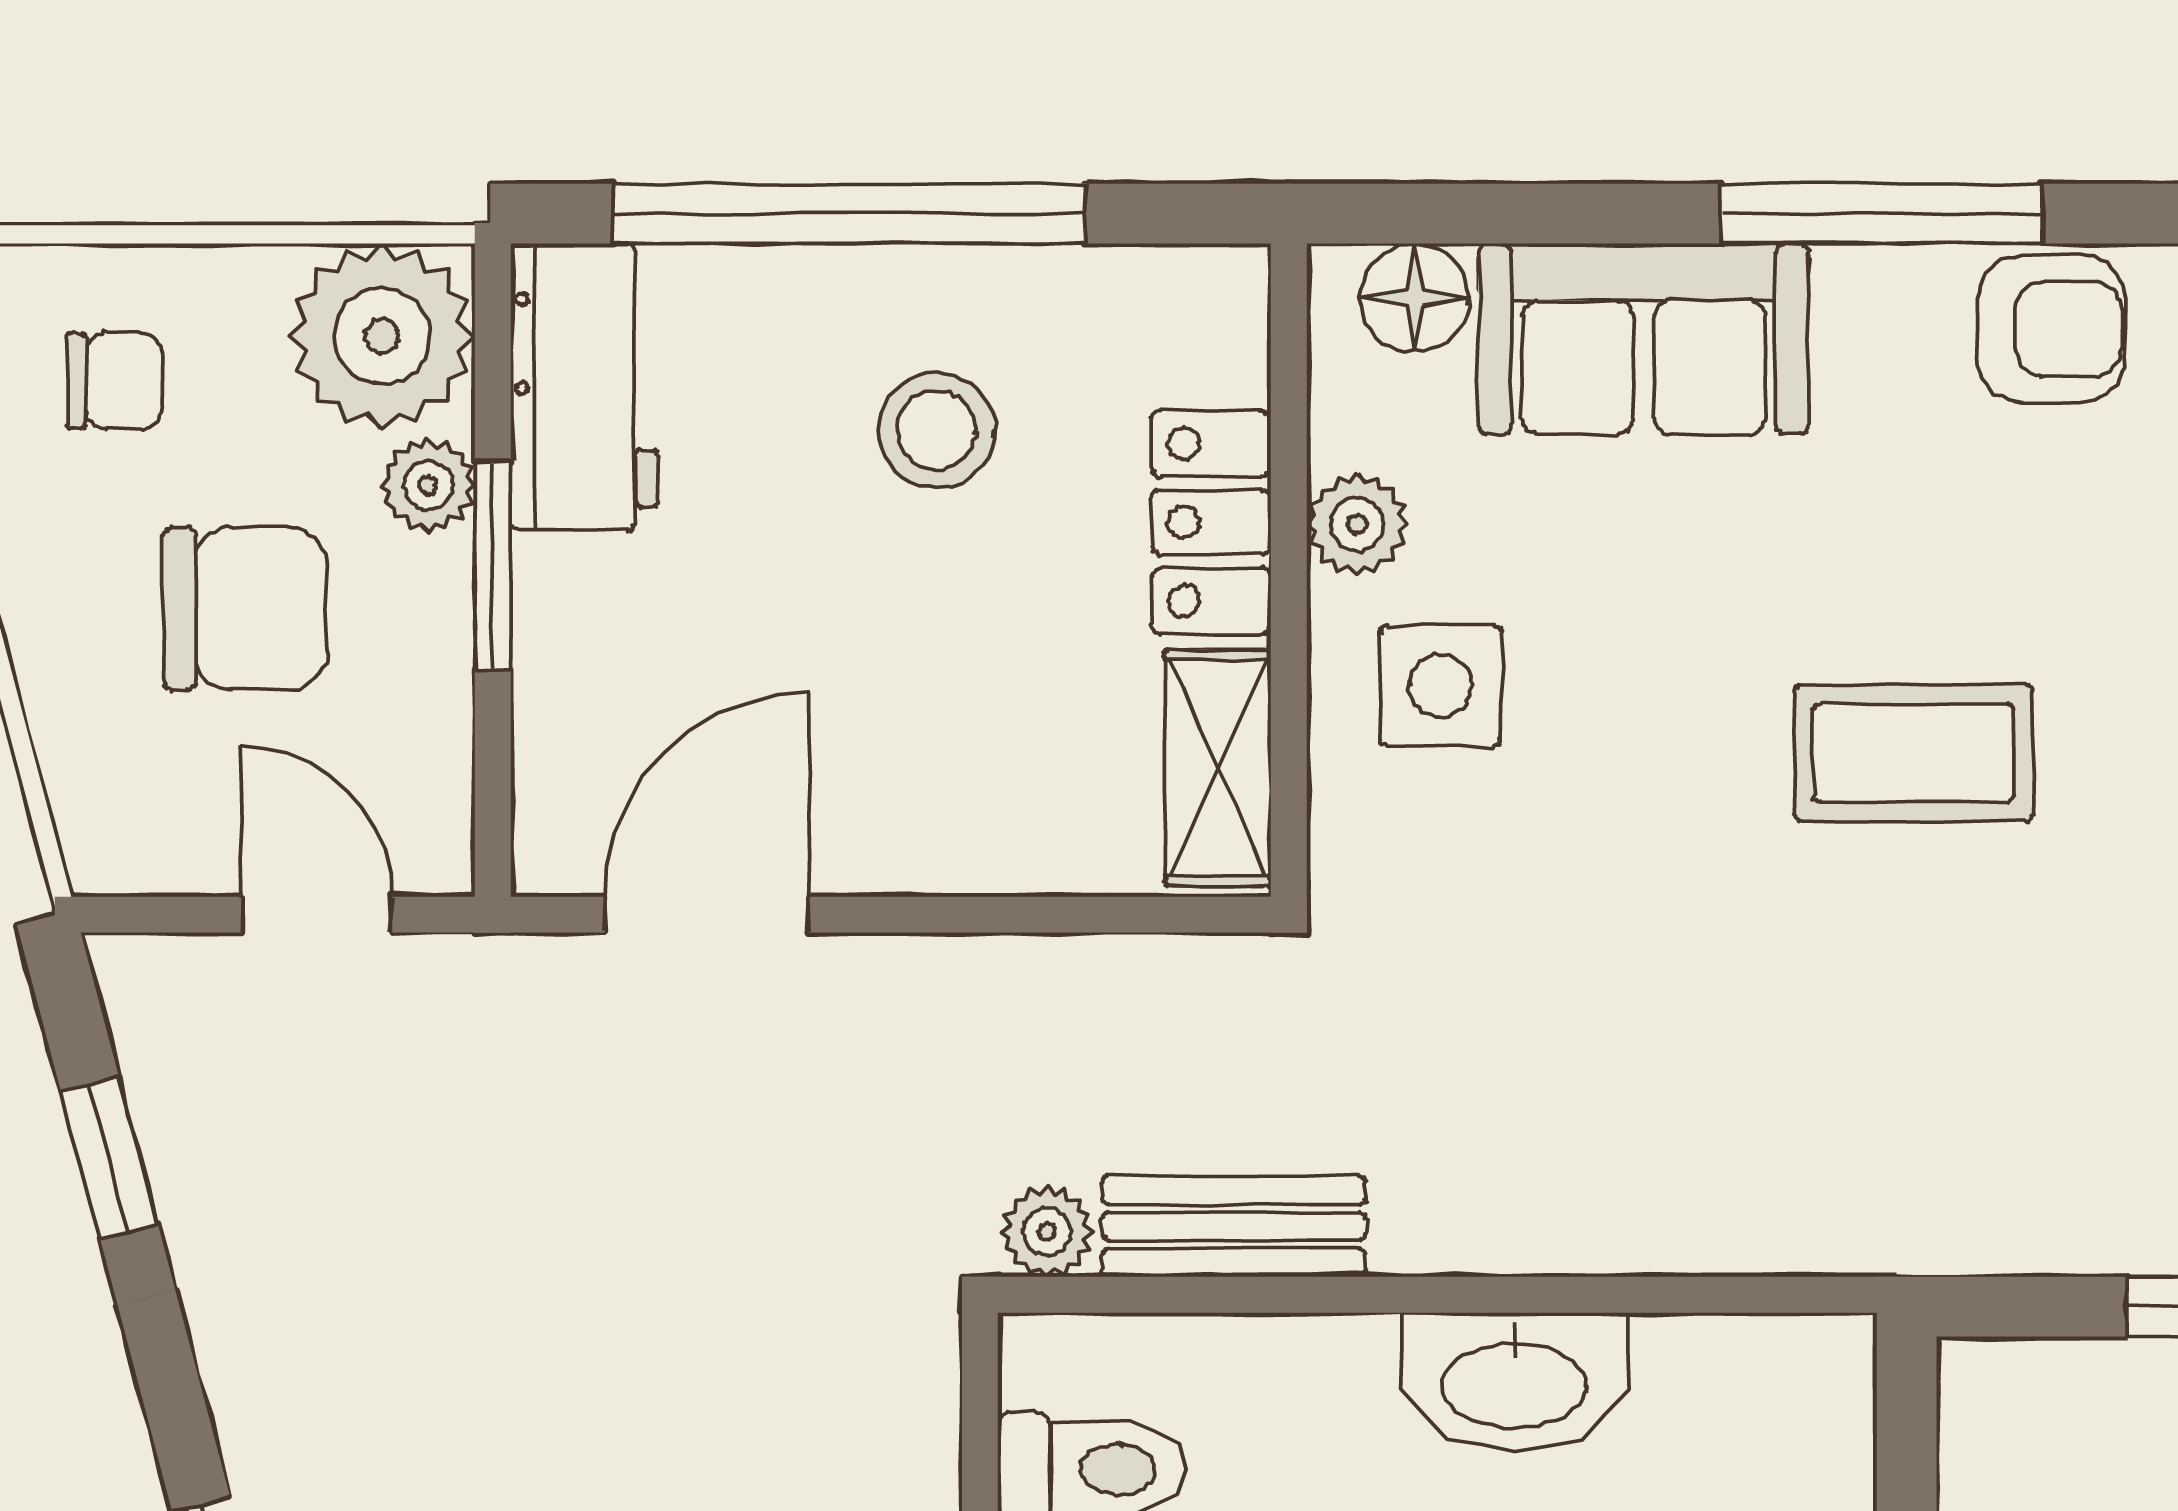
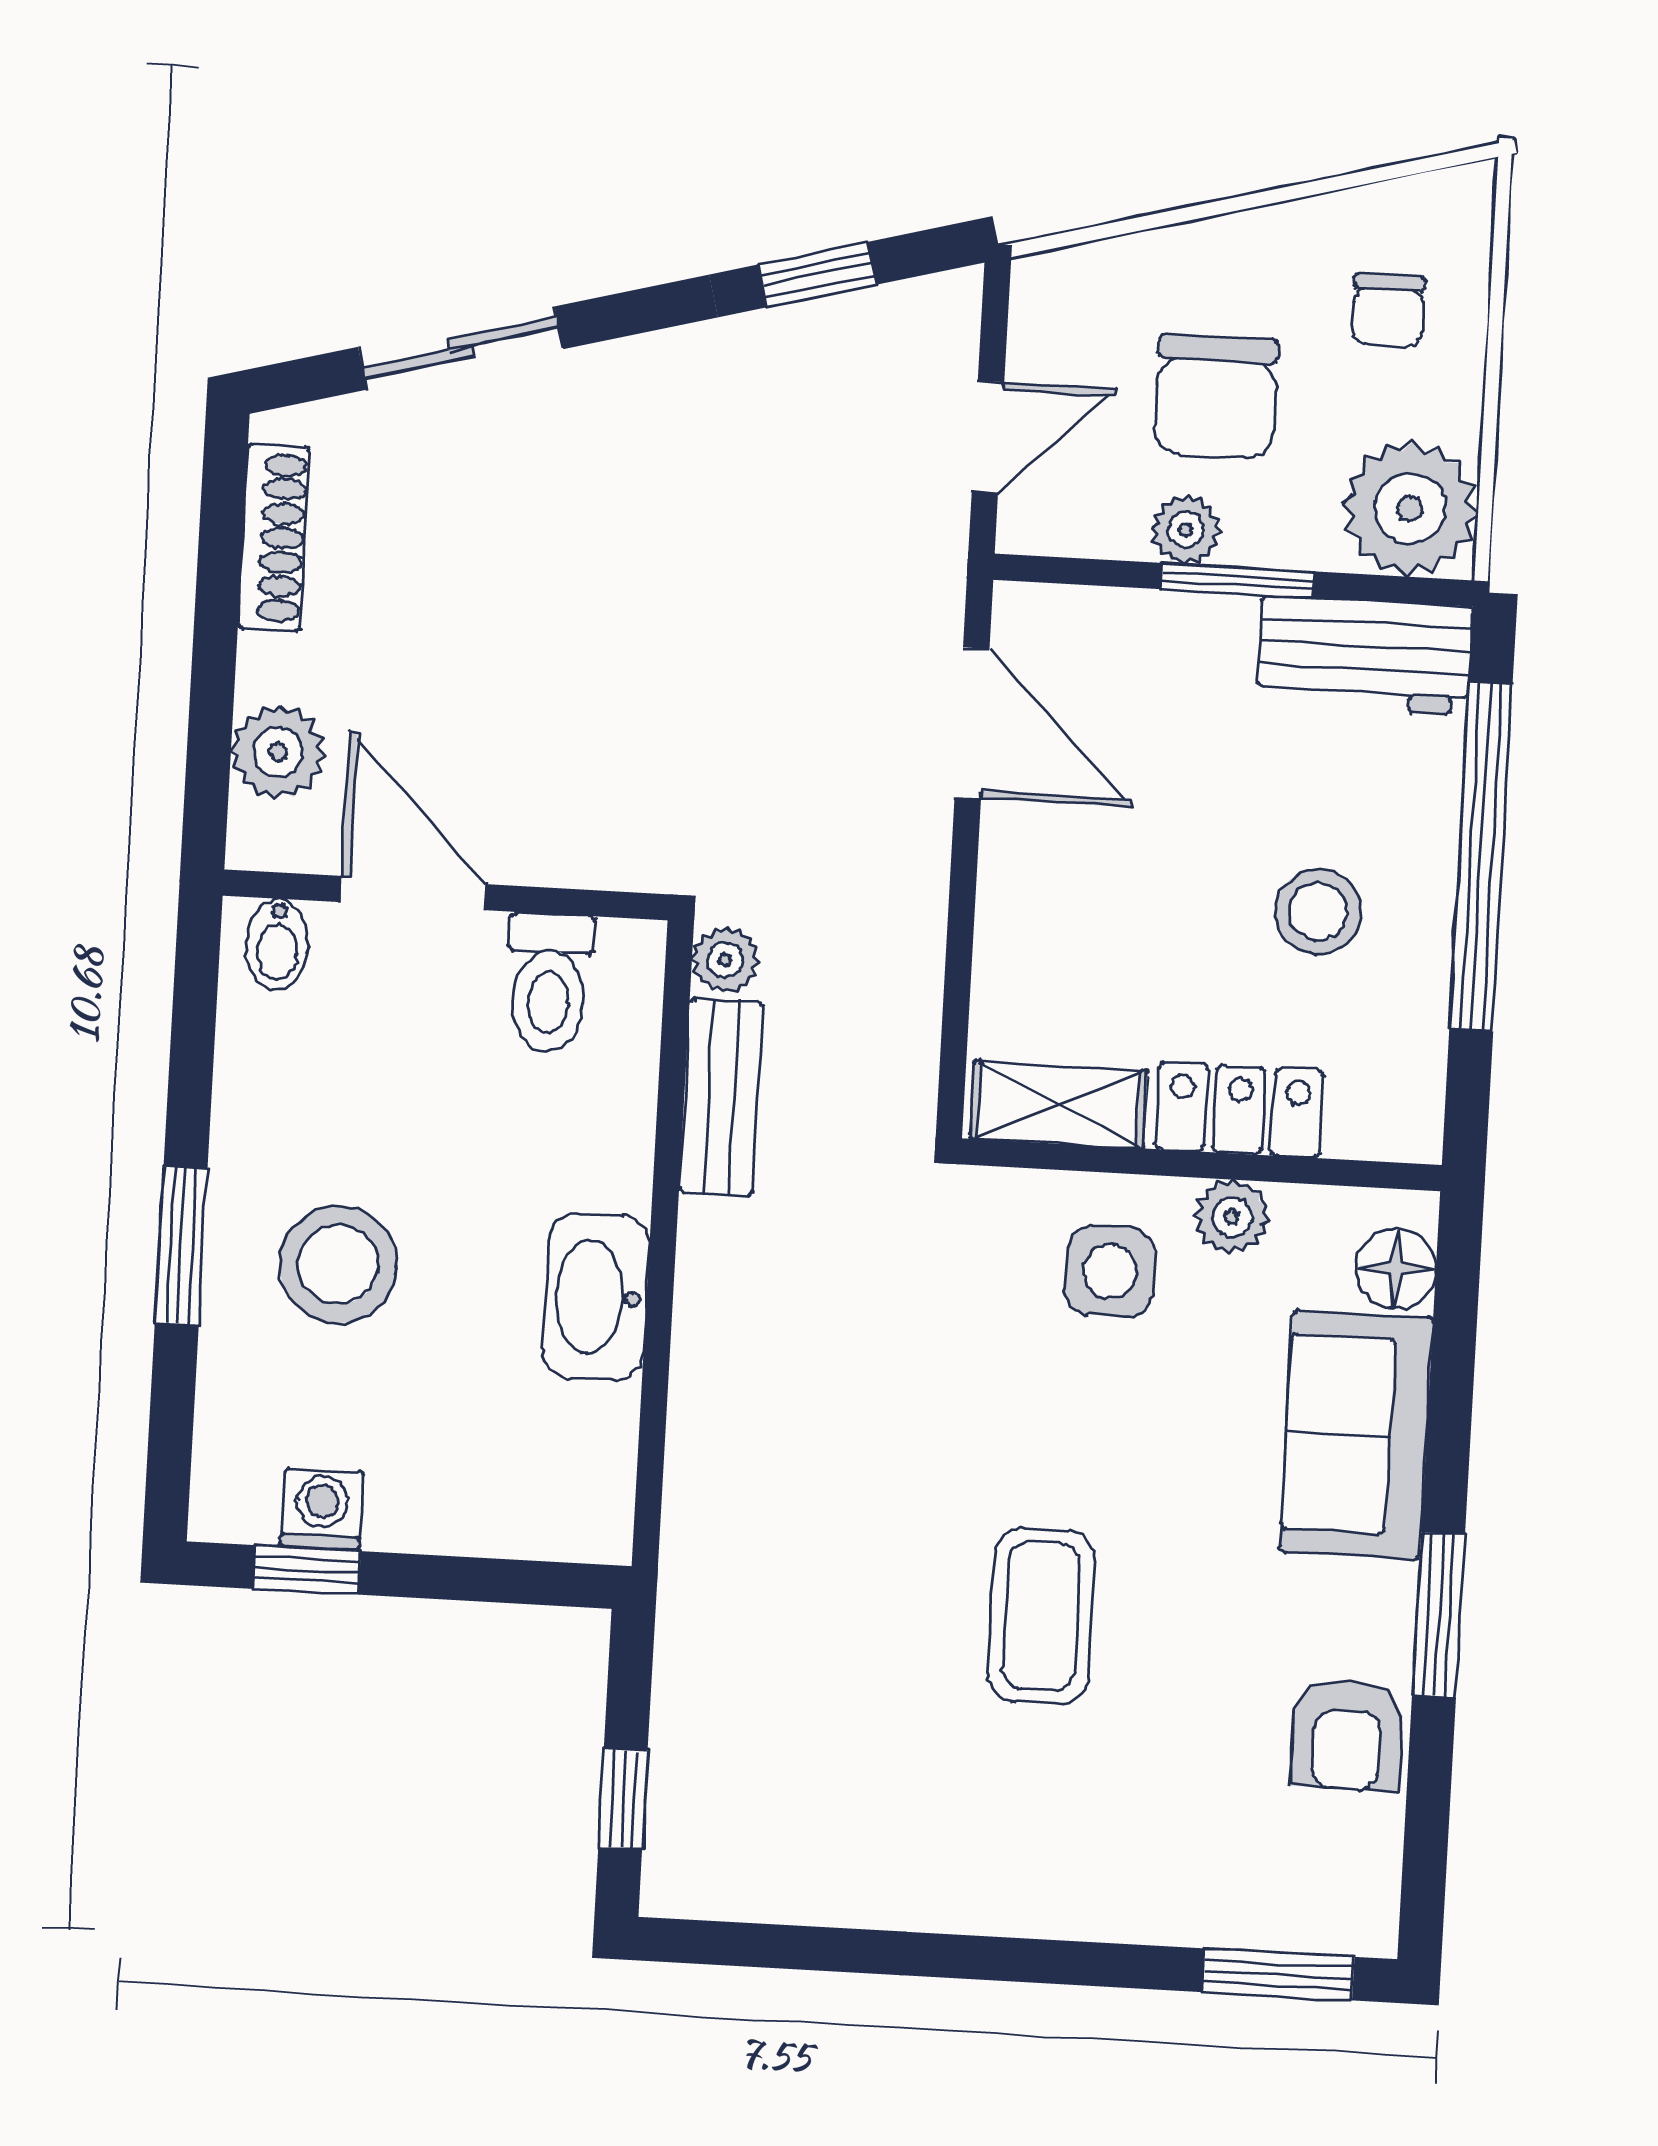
window: (1882, 214) -> (1439, 1615), width x0.69
plant: (428, 485) -> (1186, 530), moved

